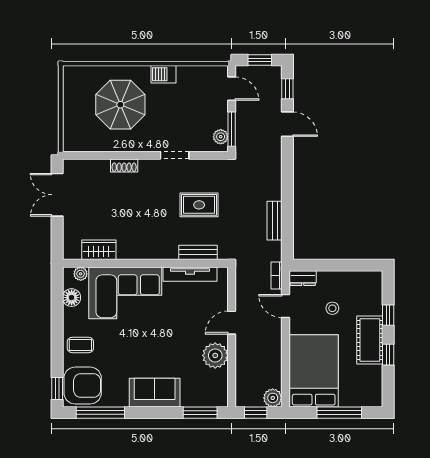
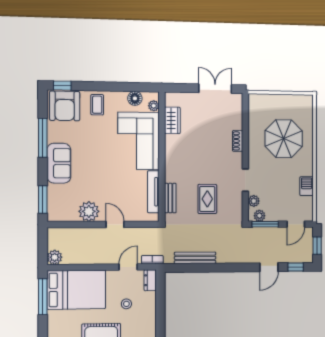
barbecue: (163, 74) -> (307, 186), moved
plant: (201, 144) -> (254, 201), added
bench: (275, 221) -> (195, 258), width x1.36
window: (100, 413) -> (43, 138), moved
window: (256, 413) -> (43, 244), removed
window: (339, 413) -> (43, 297), moved

